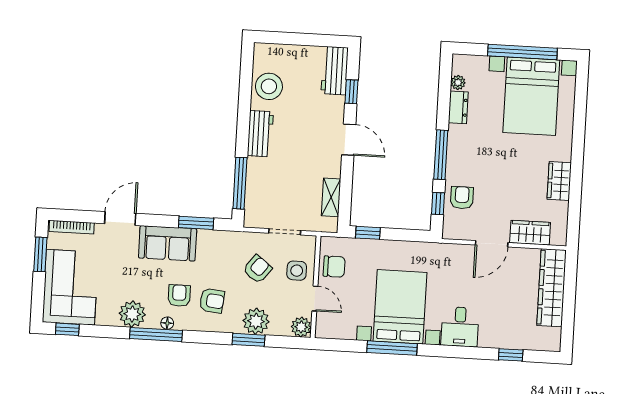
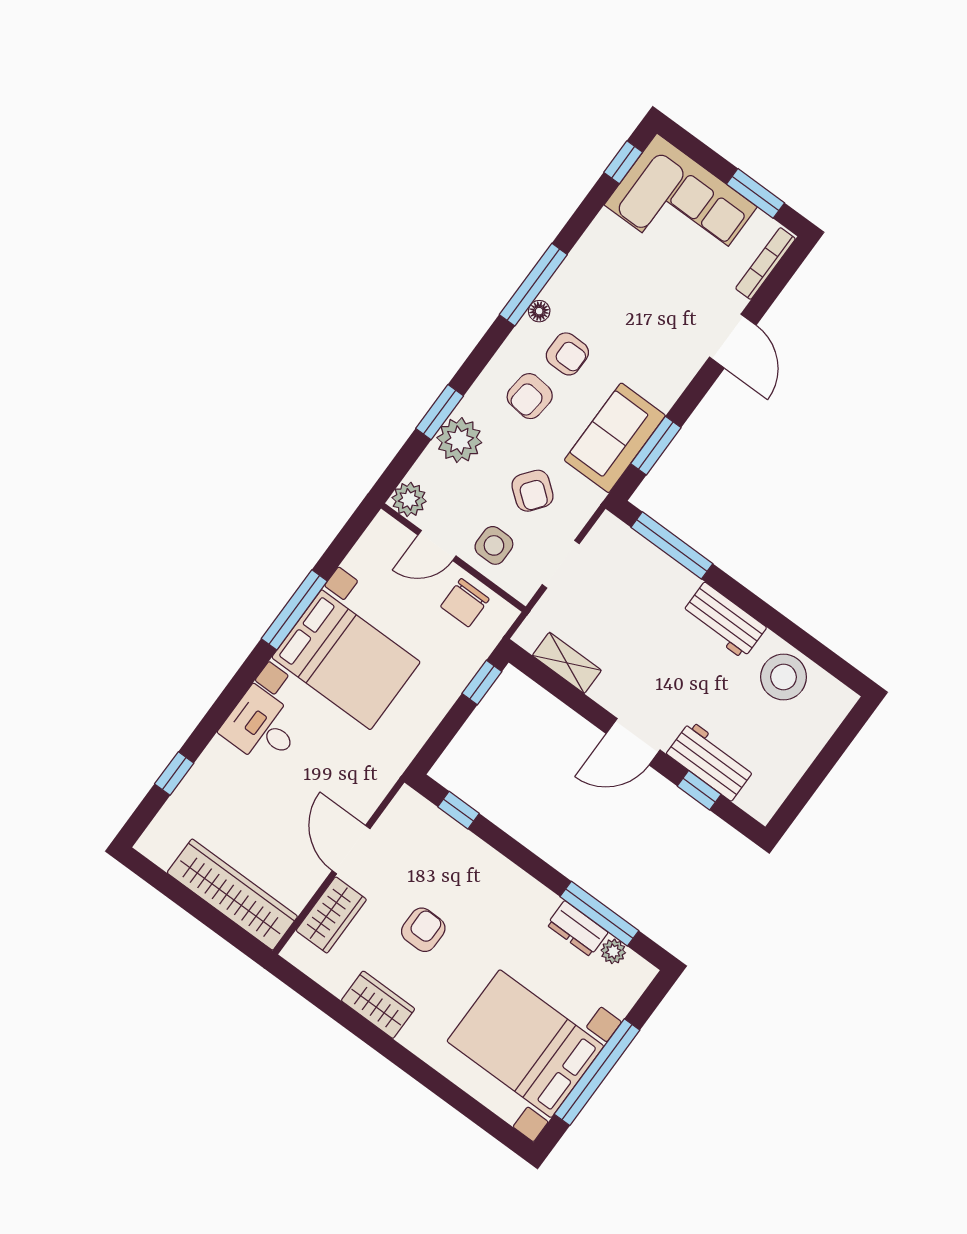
workbench: (335, 71) -> (711, 761), moved
window: (441, 155) -> (599, 914), moved
armchair: (462, 198) -> (423, 930), moved, turned -90
sofa: (168, 243) -> (615, 438), moved
plant: (132, 314) -> (585, 270), removed

